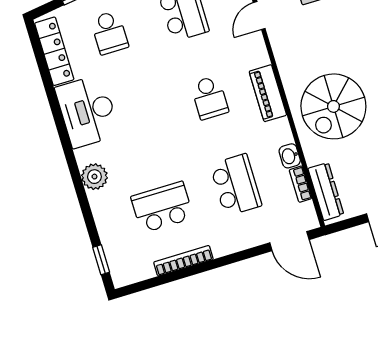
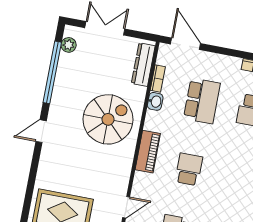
school desk: (236, 185) -> (202, 101), turned 180

